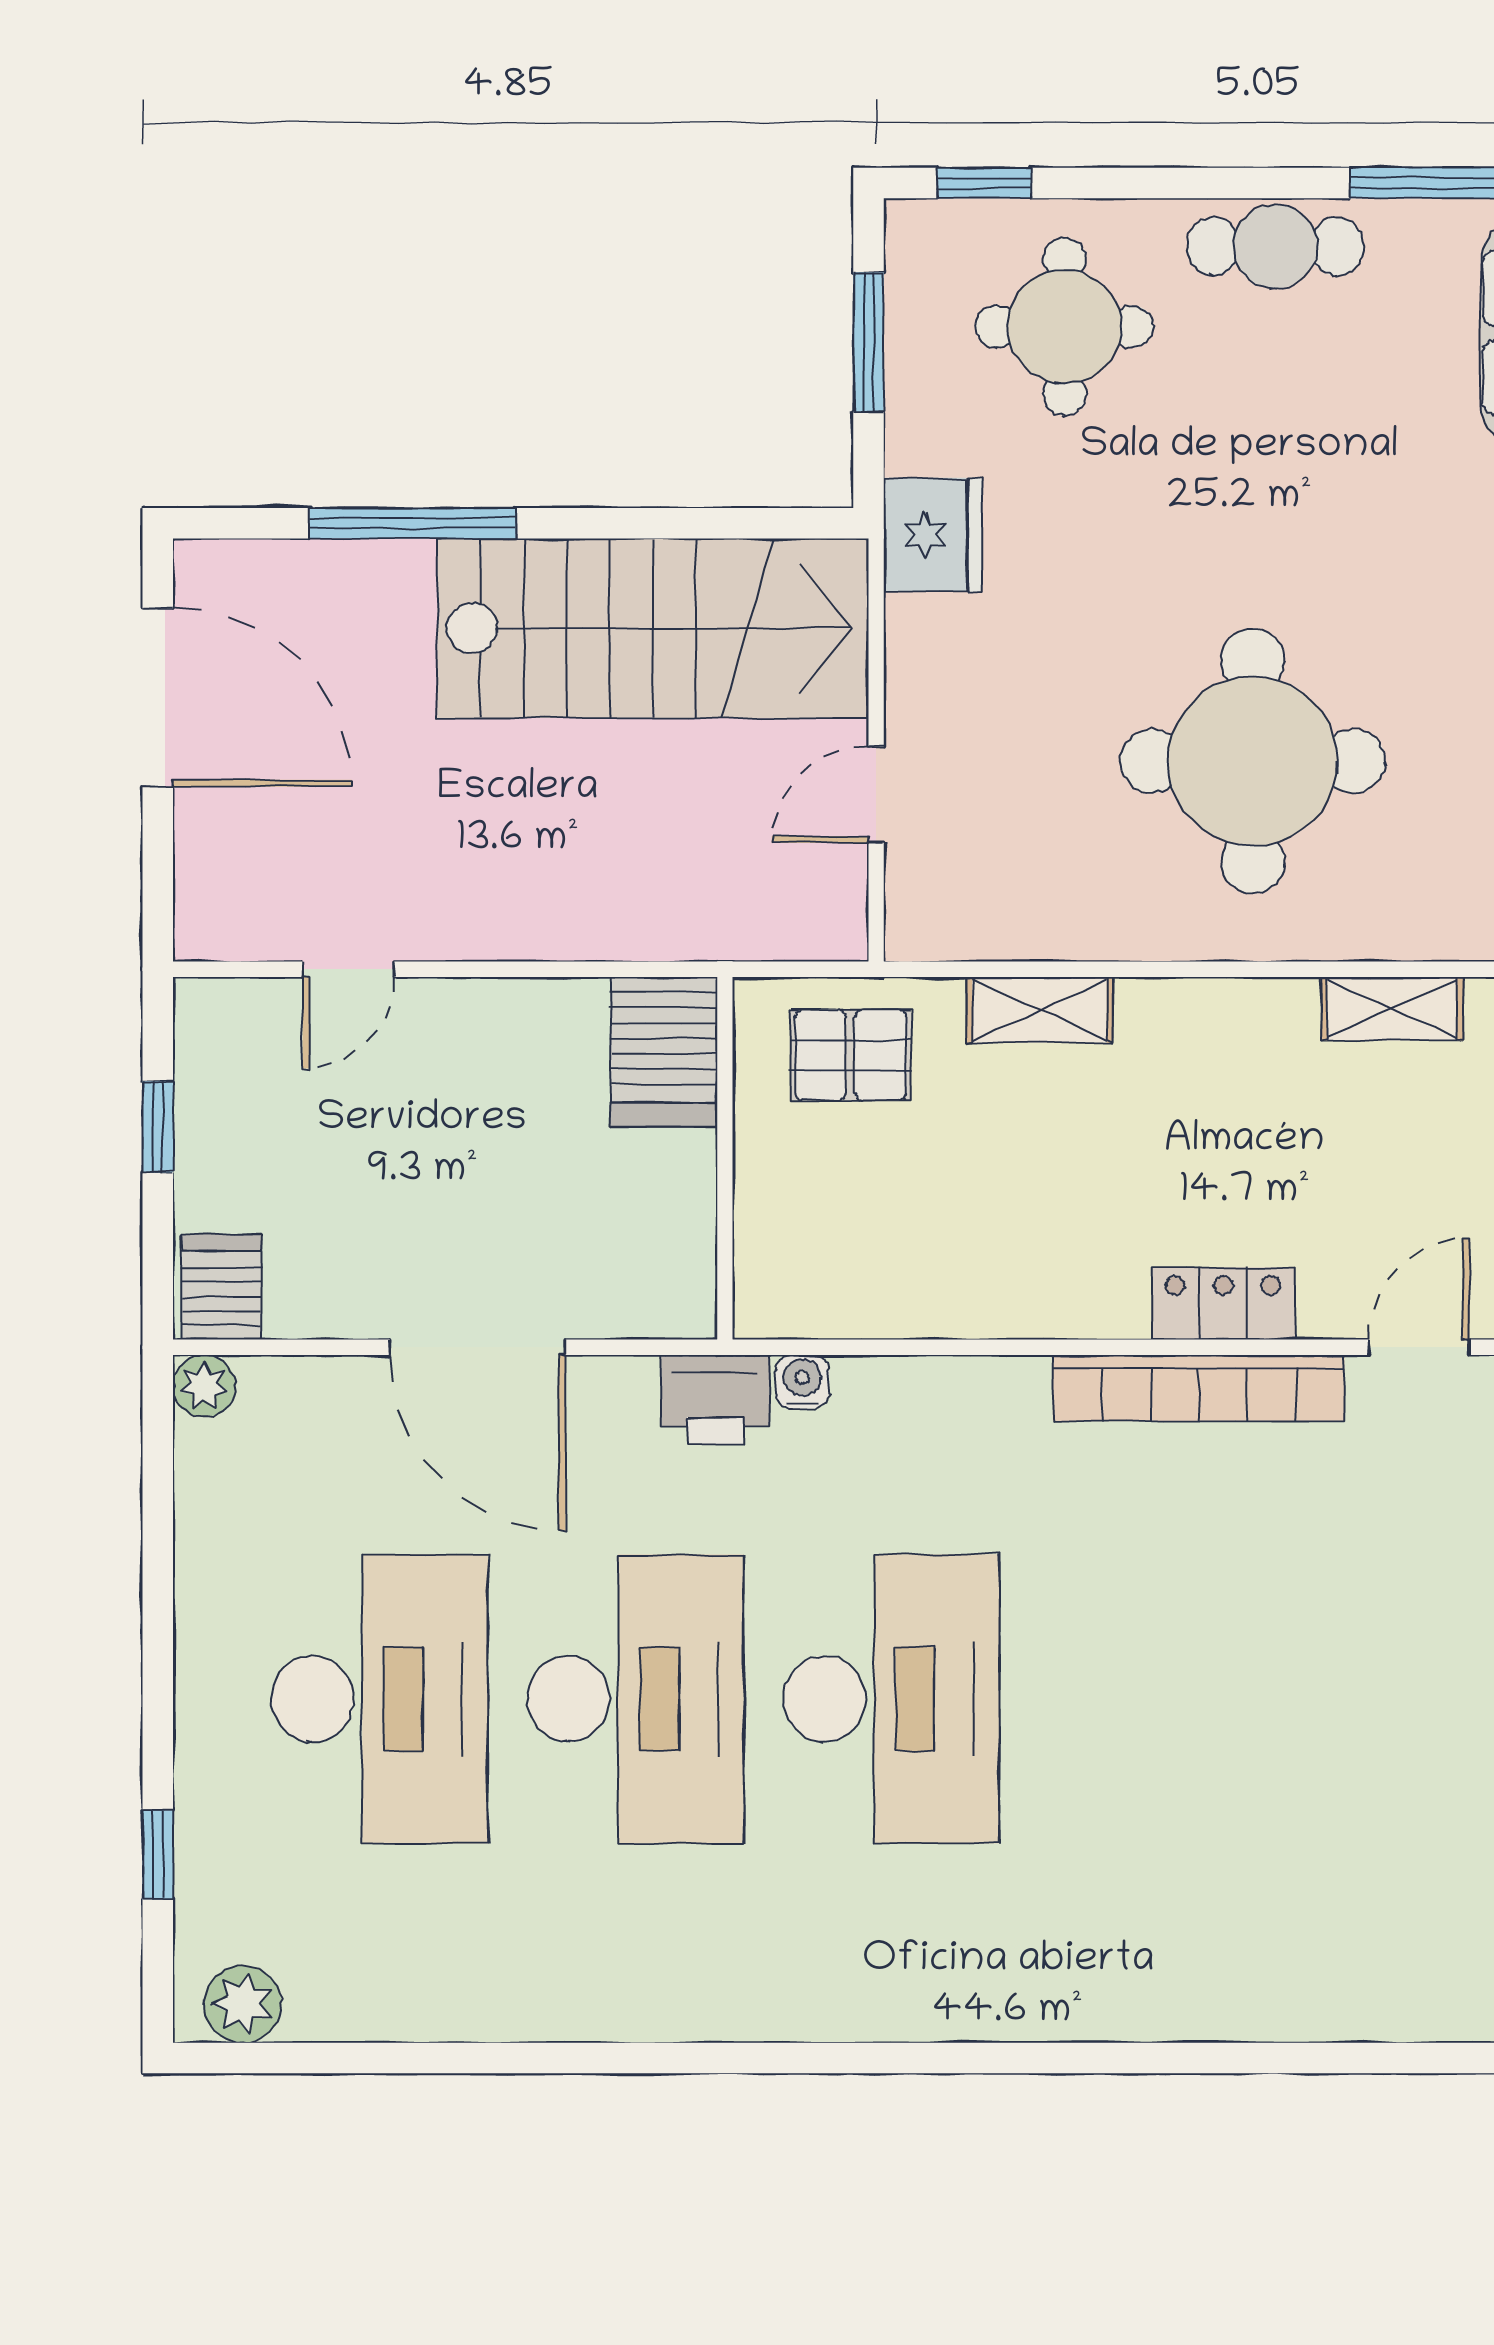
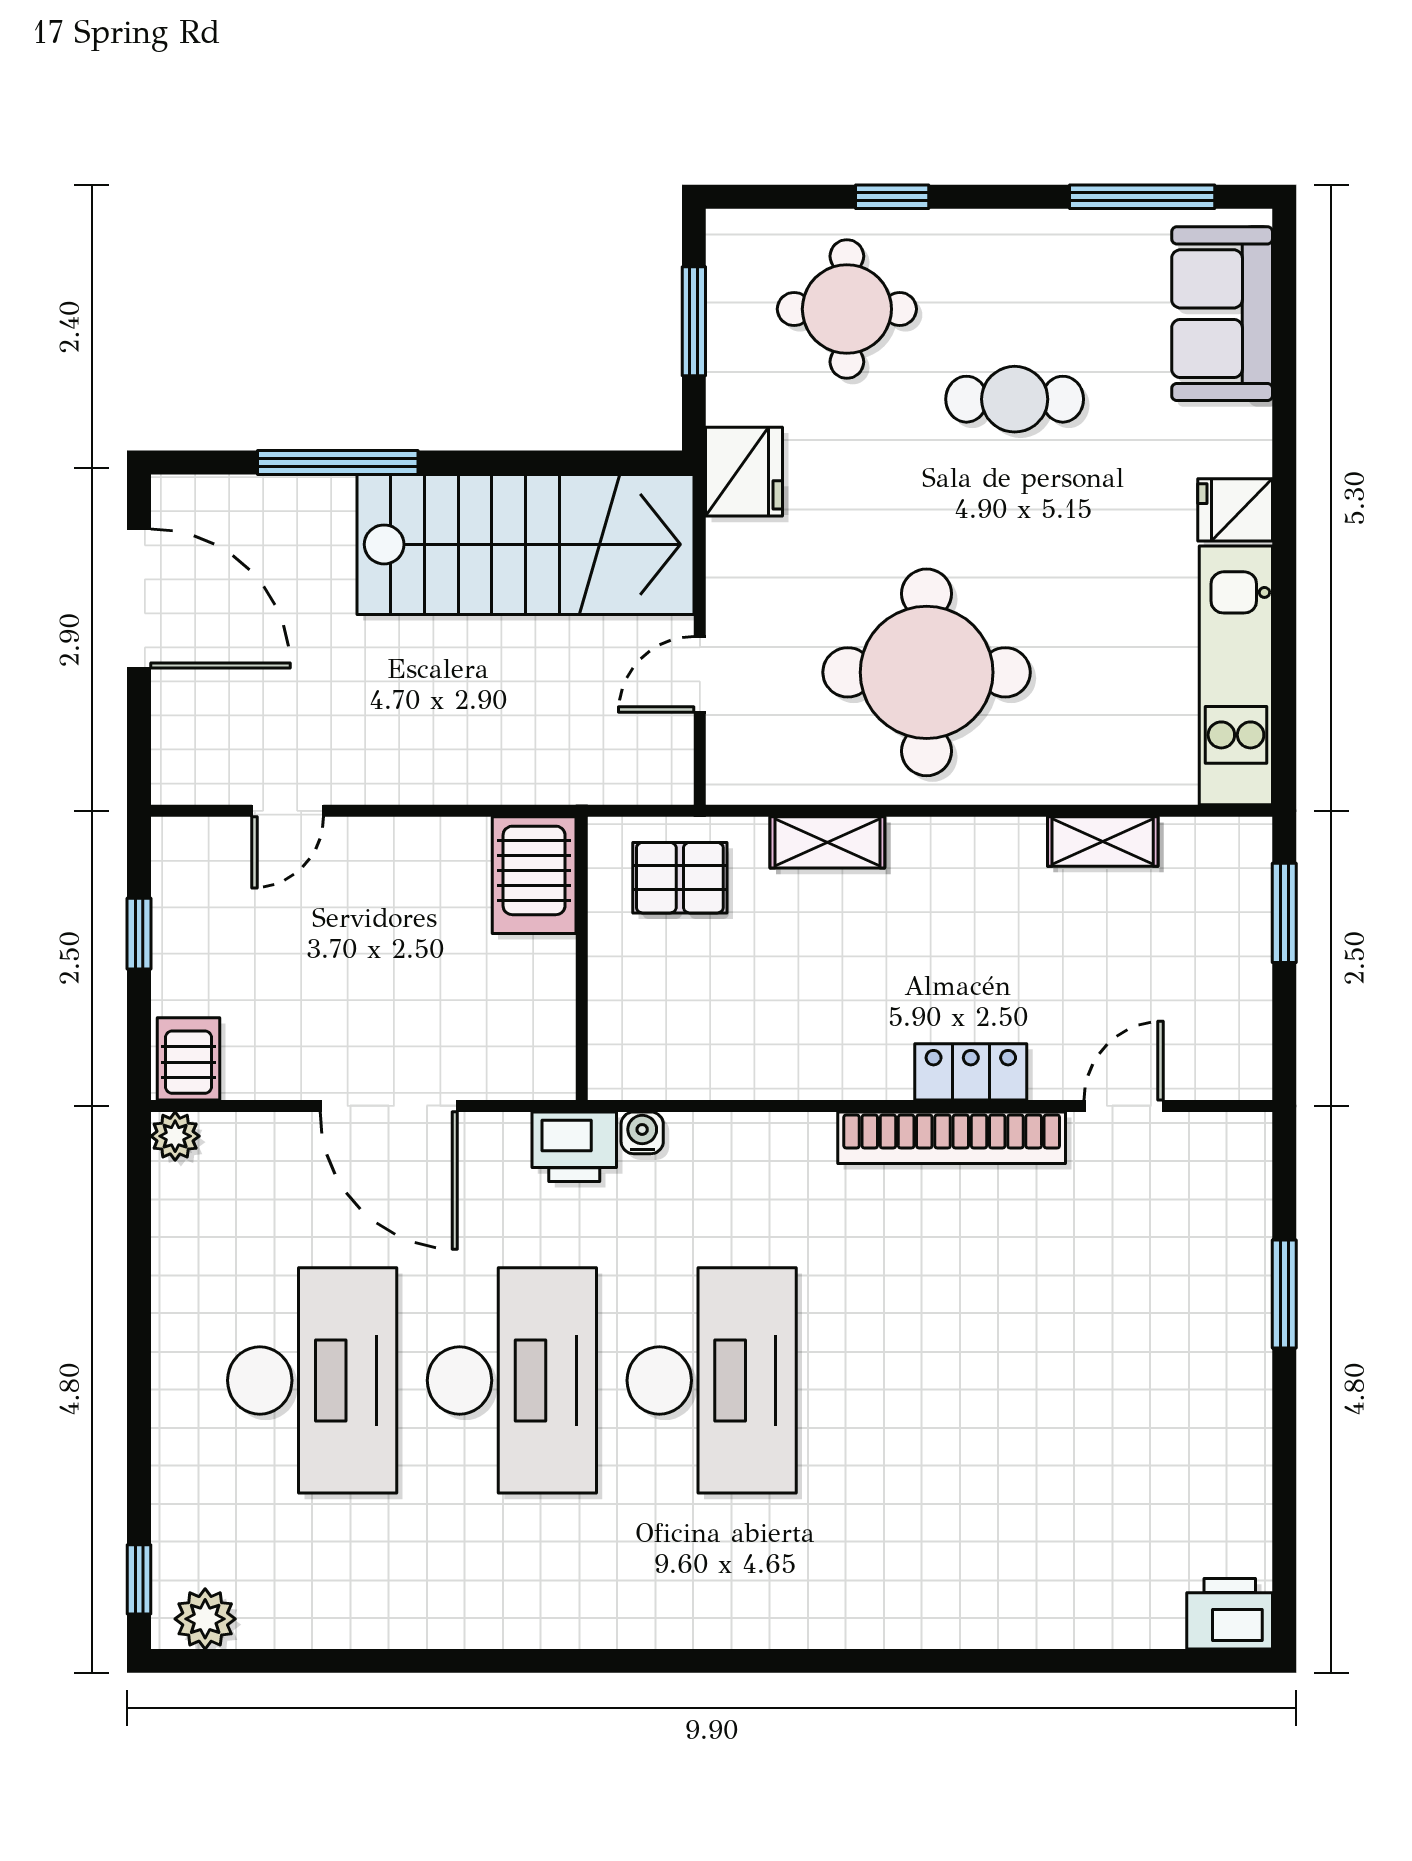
window: (984, 183) -> (892, 197), moved
cafe table: (1275, 246) -> (1015, 399), moved
round table: (1253, 761) -> (927, 672), moved
window: (158, 1855) -> (139, 1579), moved

